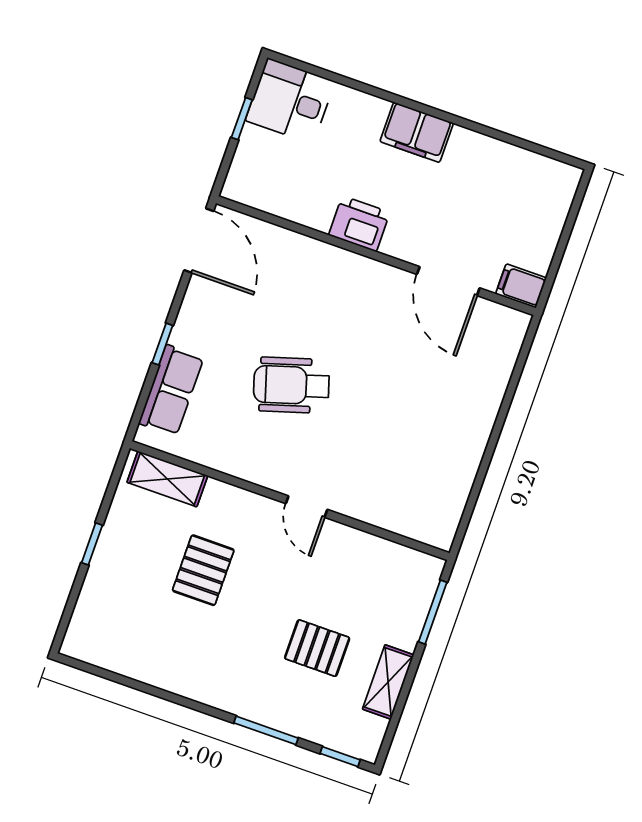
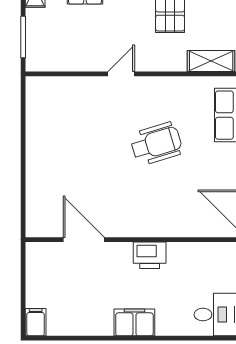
filing cabinet: (521, 286) -> (36, 322), moved, turned -90
door: (307, 507) -> (121, 74), hinge flipped

